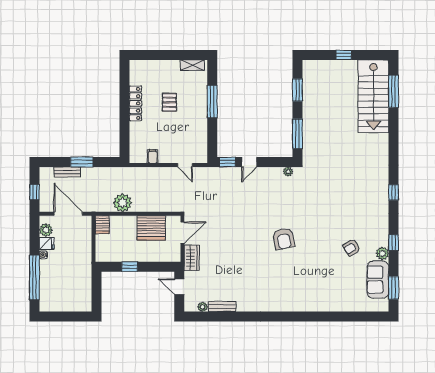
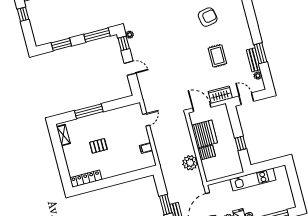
locker: (135, 103) -> (86, 179), moved
window: (227, 162) -> (124, 43), moved
server rack: (102, 225) -> (207, 153), moved
armchair: (284, 239) -> (208, 17), moved
rug: (237, 266) -> (217, 56), added
kitchen unit: (84, 270) -> (253, 180), added
door: (179, 287) -> (246, 99), swing flipped
window: (227, 317) -> (260, 53), added

